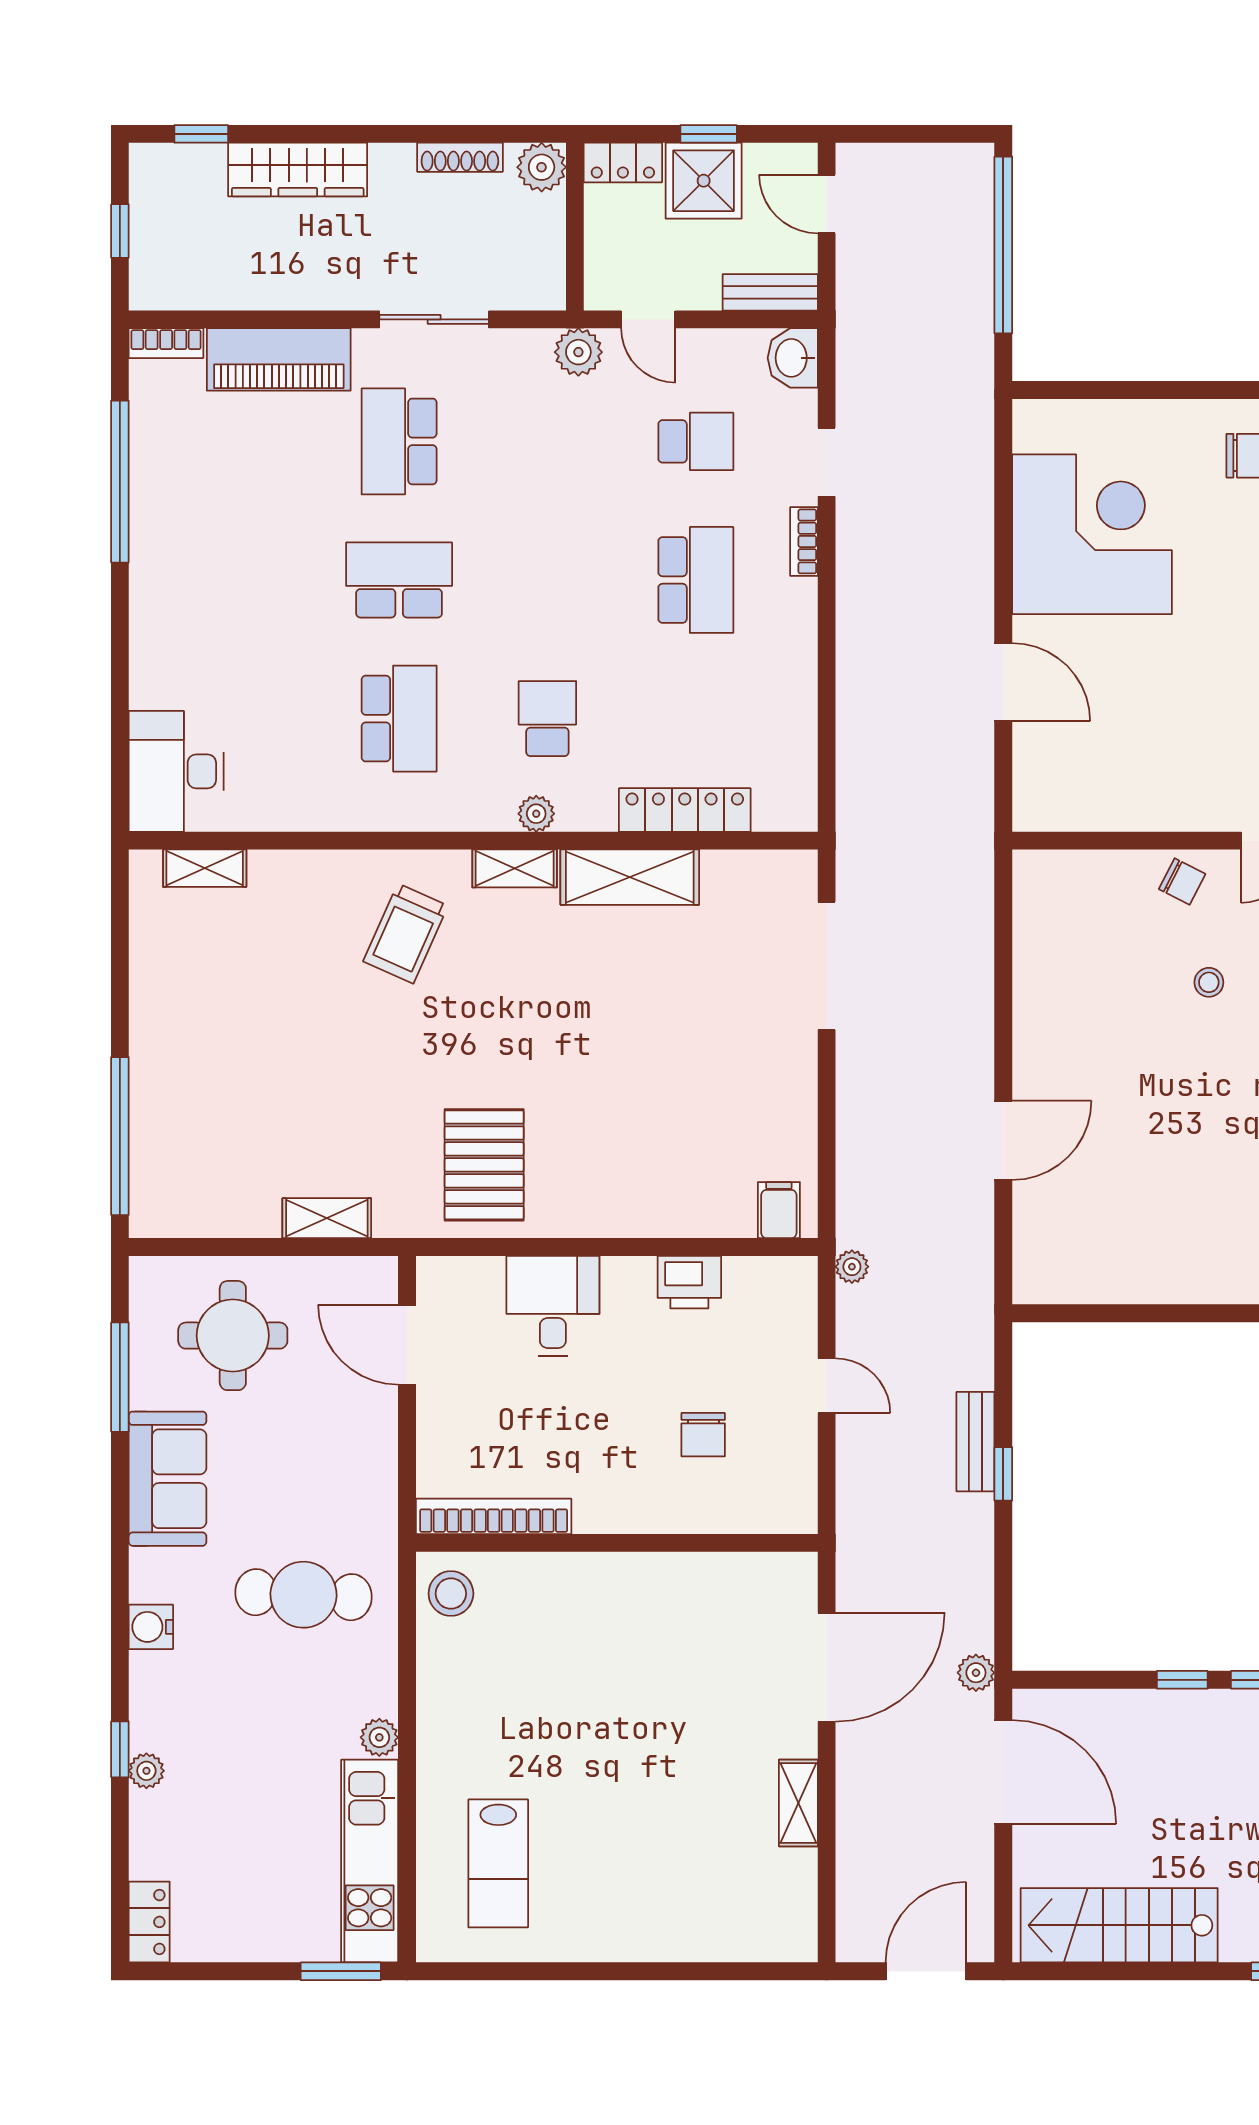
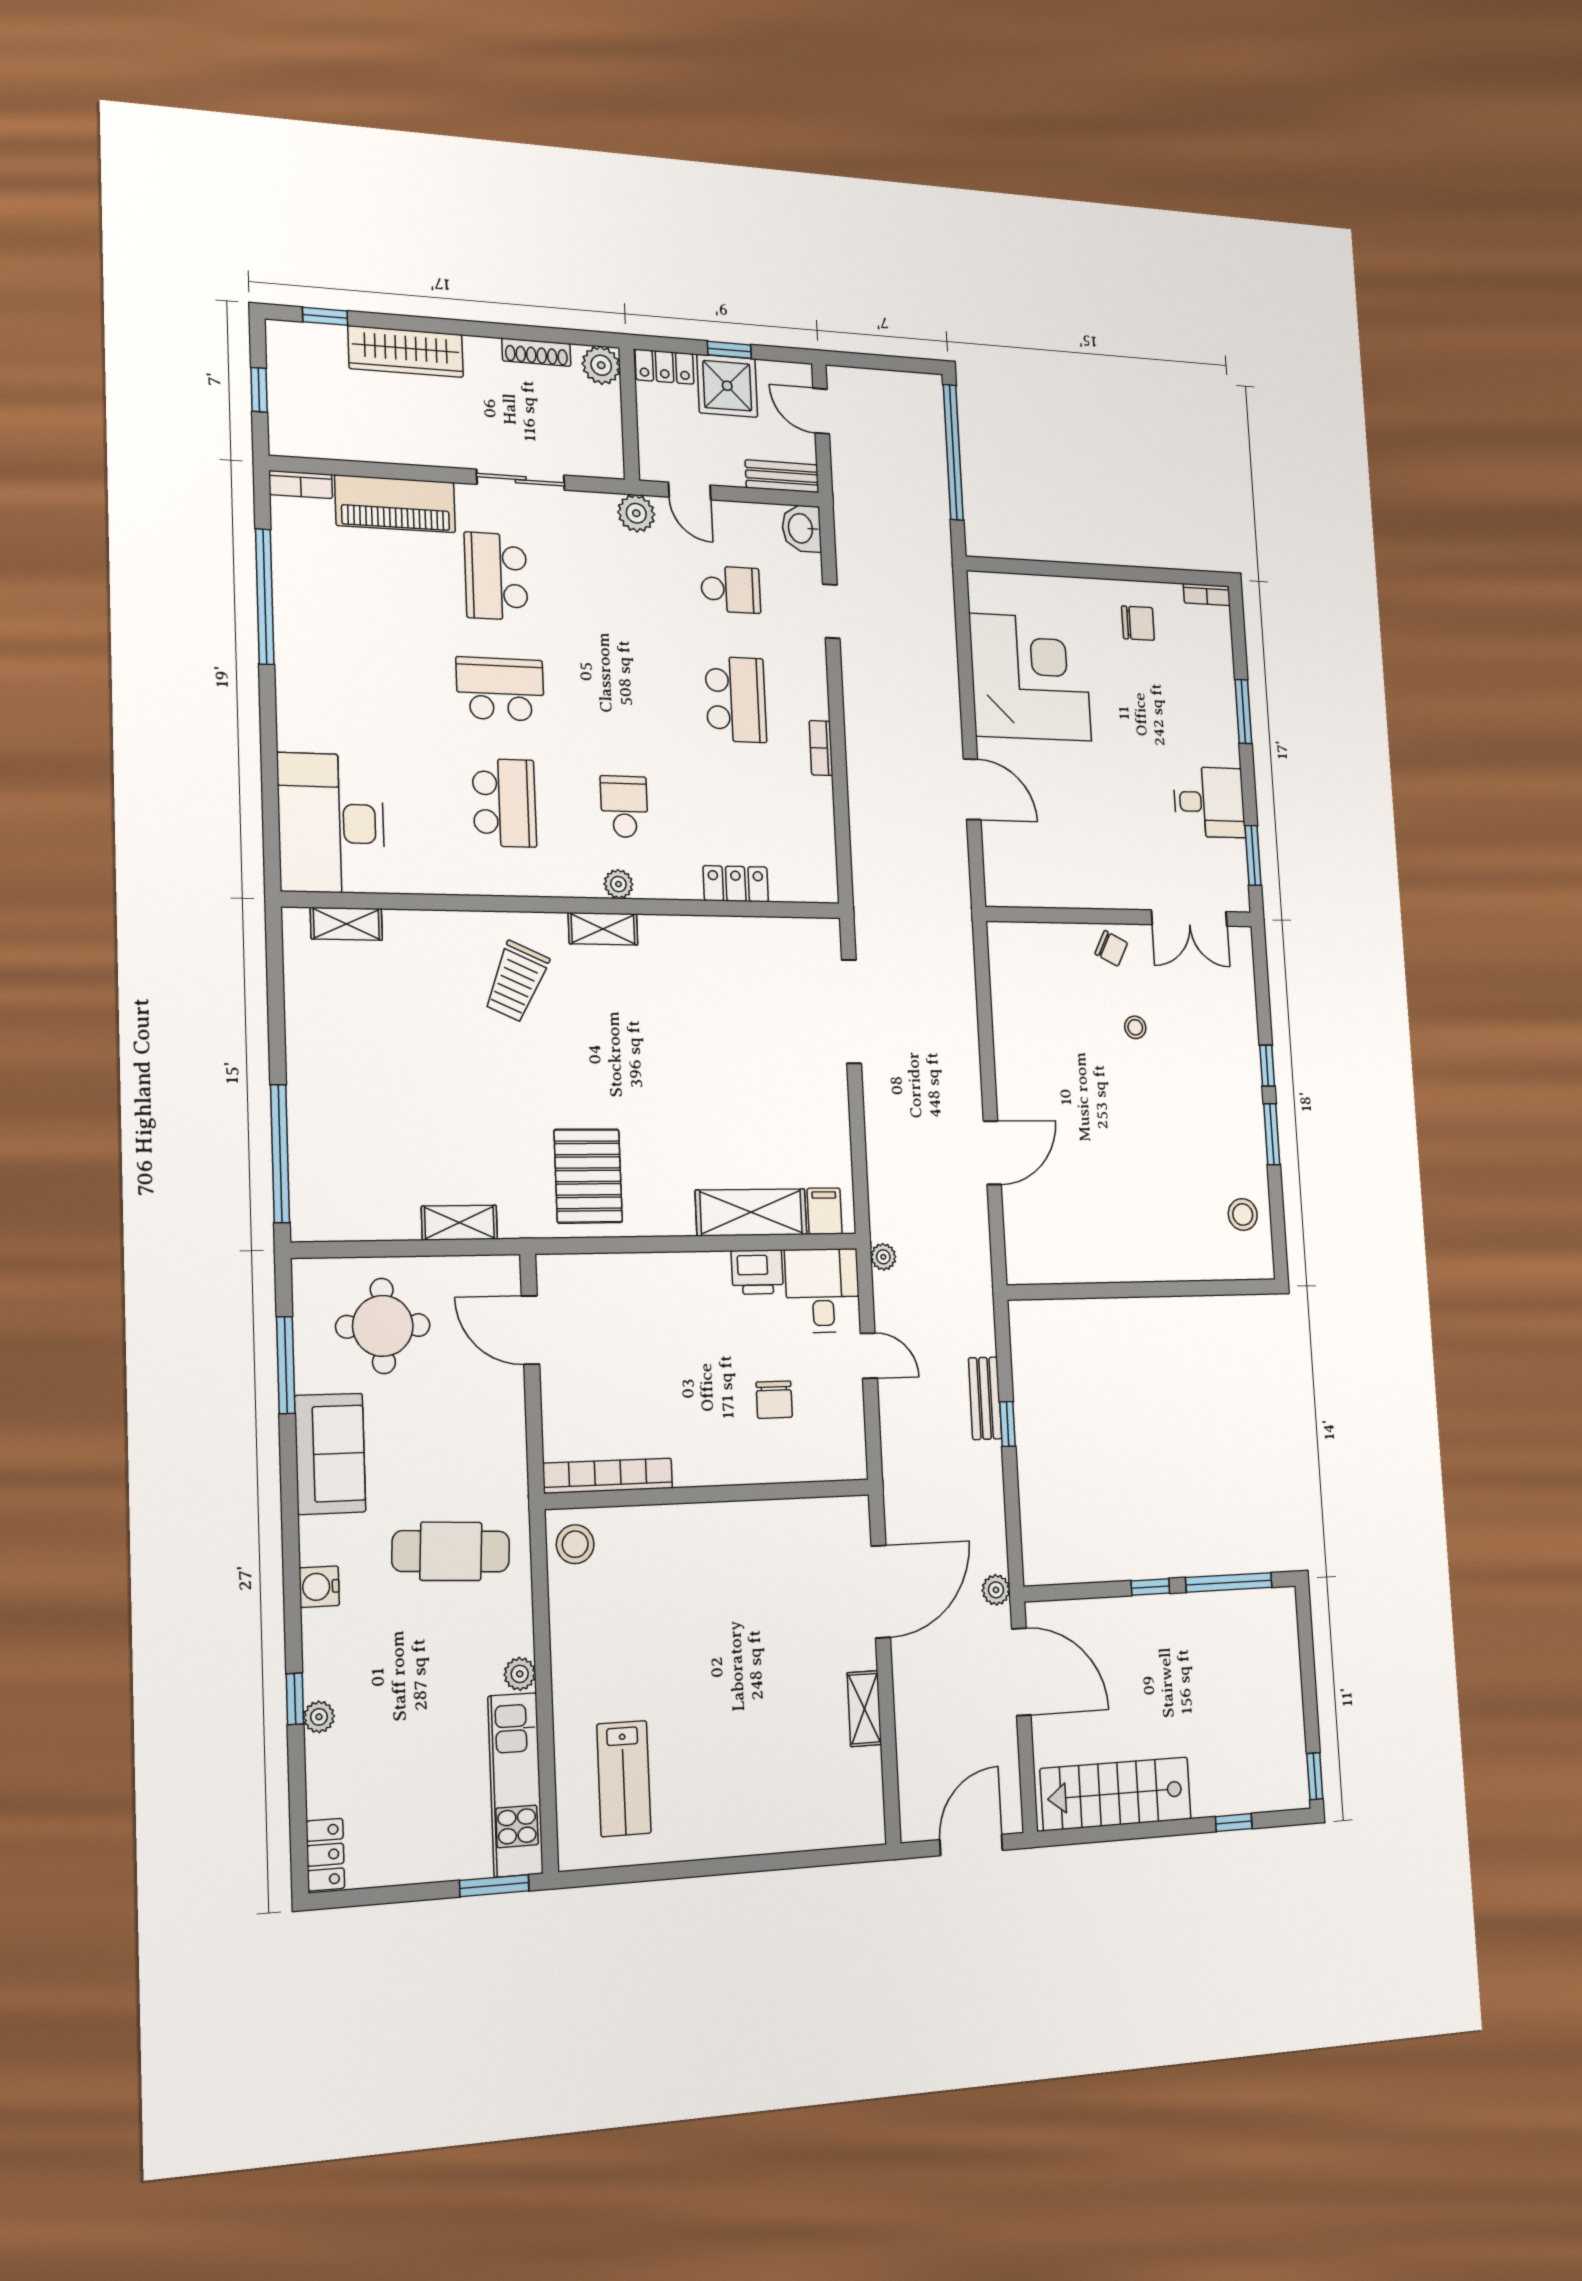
bookcase: (804, 541) -> (821, 748), moved
desk: (176, 771) -> (331, 823), width x1.36, depth x1.30
locker: (685, 810) -> (736, 884), width x0.66
shelving: (630, 877) -> (751, 1212), moved
desk: (553, 1306) -> (823, 1291), moved

